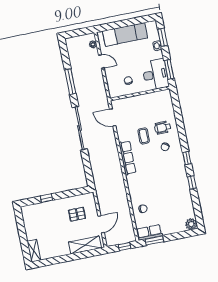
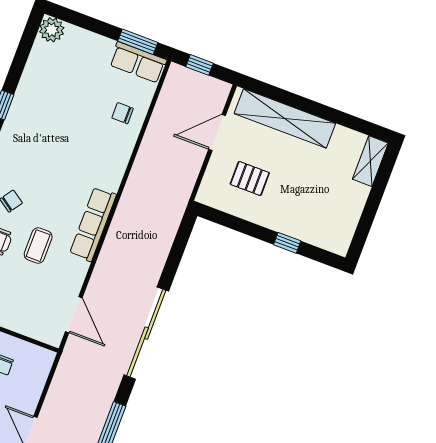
shelving: (85, 245) -> (285, 118), width x1.47

